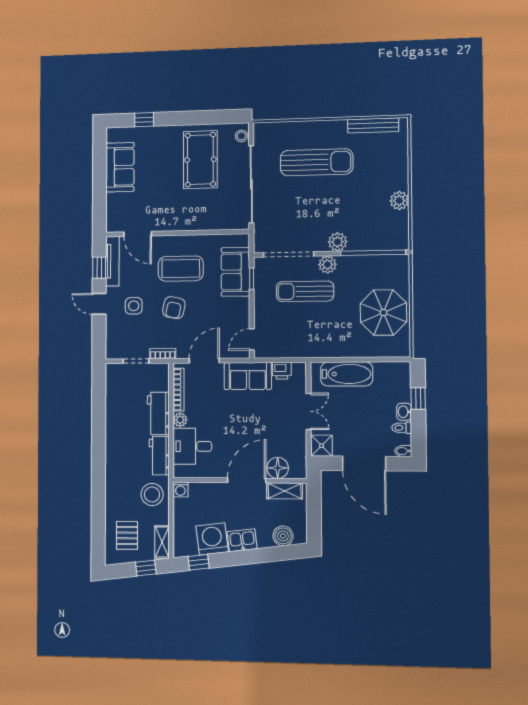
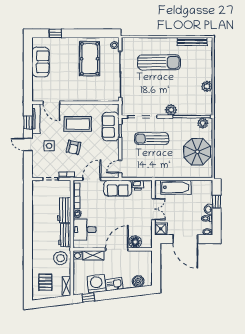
plant: (327, 265) -> (203, 123), moved
shelving: (285, 491) -> (93, 255), moved
window: (146, 568) -> (57, 301), removed

